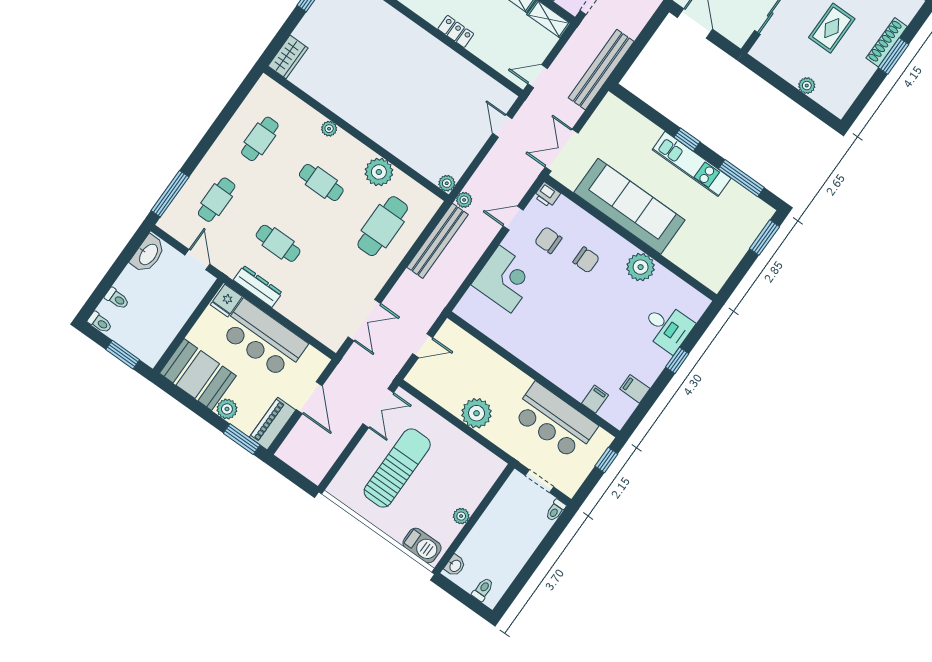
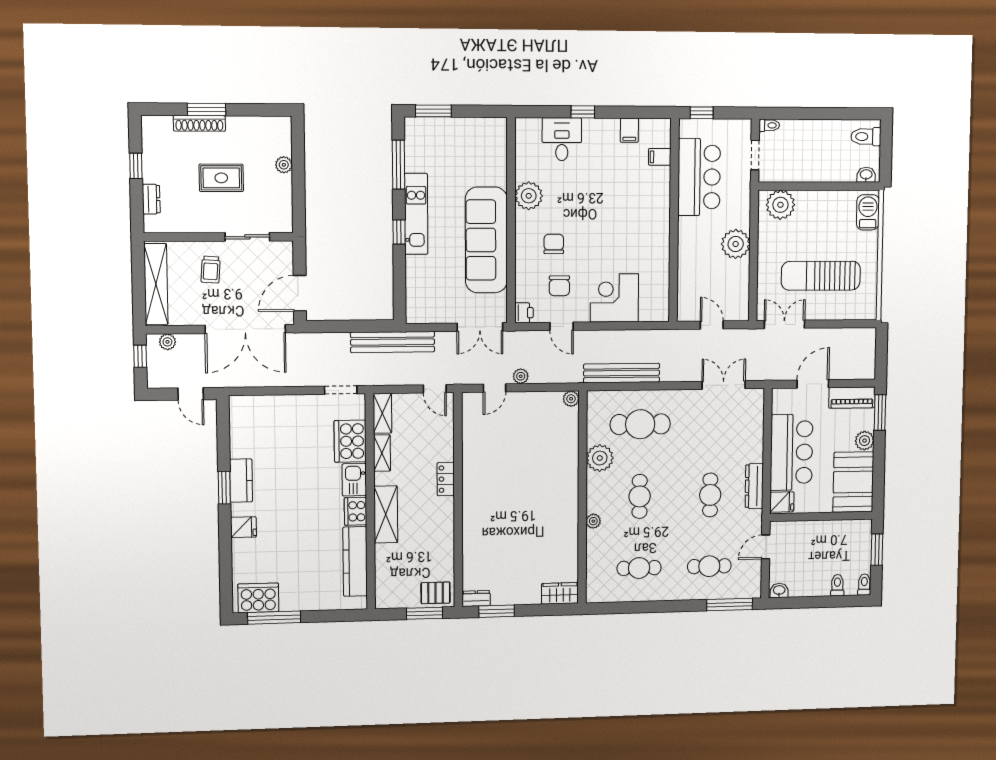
plant: (464, 200) -> (521, 376), moved
washbasin: (148, 254) -> (779, 590), width x0.52, depth x0.69
plant: (461, 516) -> (780, 205), moved, width x1.88, depth x1.88
toilet: (483, 589) -> (866, 137), width x1.37, depth x1.39

